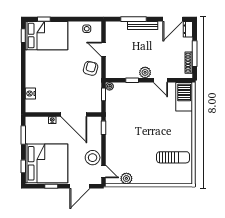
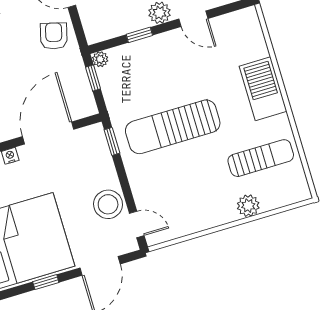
barbecue: (184, 97) -> (263, 89), moved
door: (74, 114) -> (48, 133), swing flipped
sun lounger: (135, 129) -> (173, 127), added
plant: (126, 178) -> (248, 206), moved

